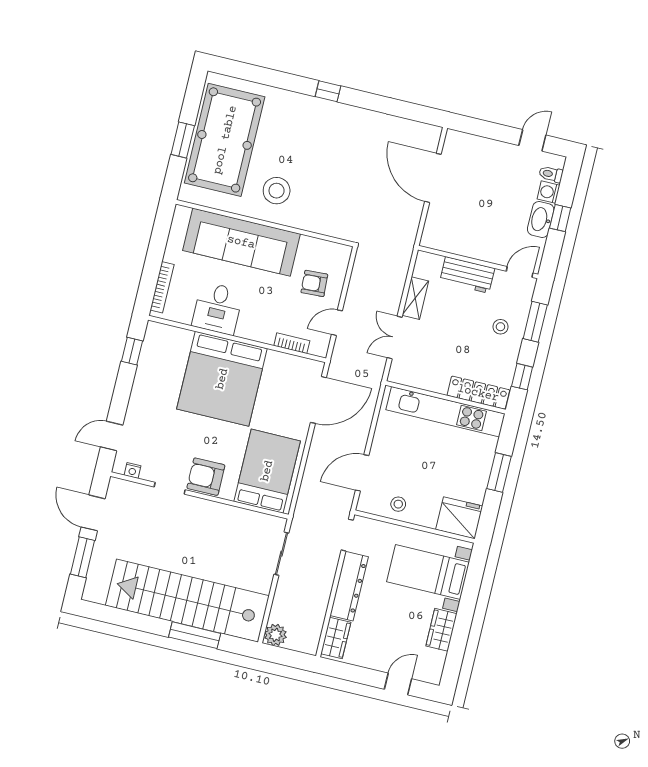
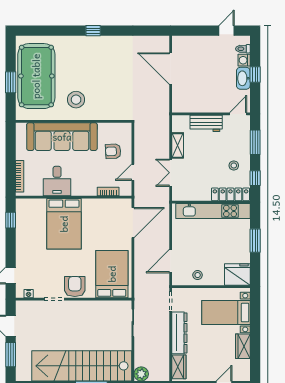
stool: (500, 327) -> (234, 165), moved
bed: (222, 379) -> (64, 224), width x0.73
armchair: (206, 477) -> (75, 287), turned 90

